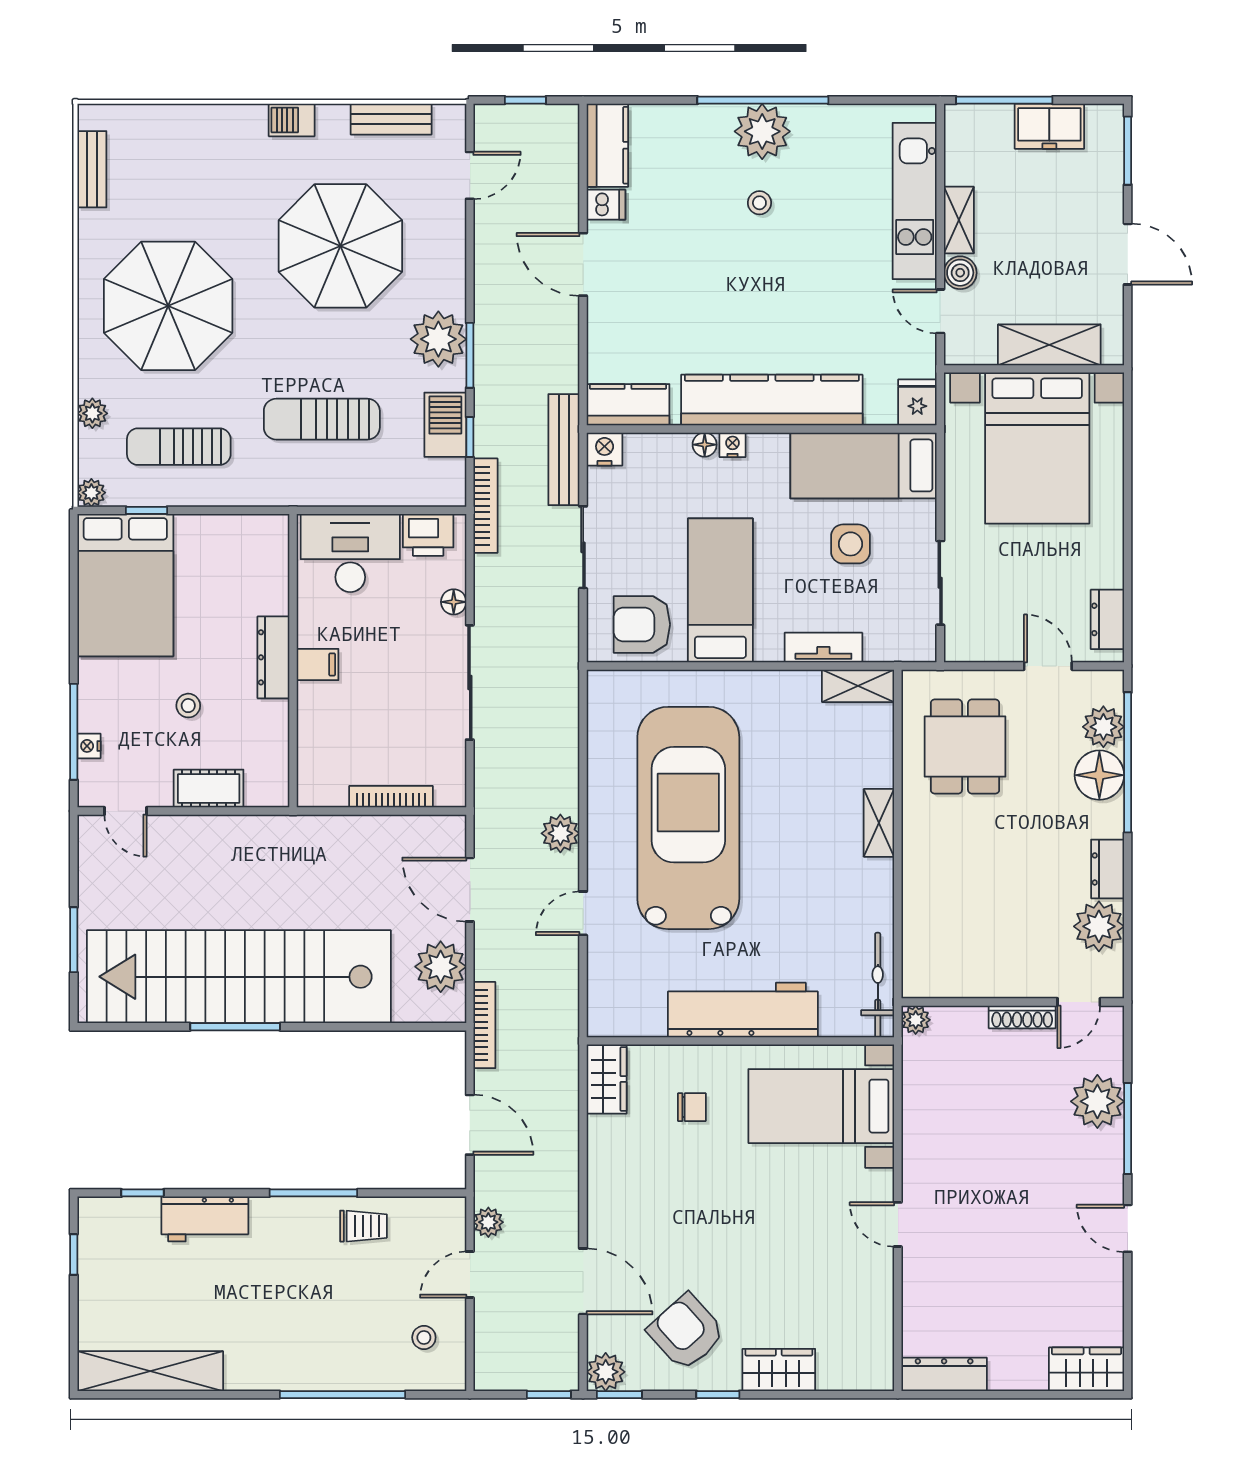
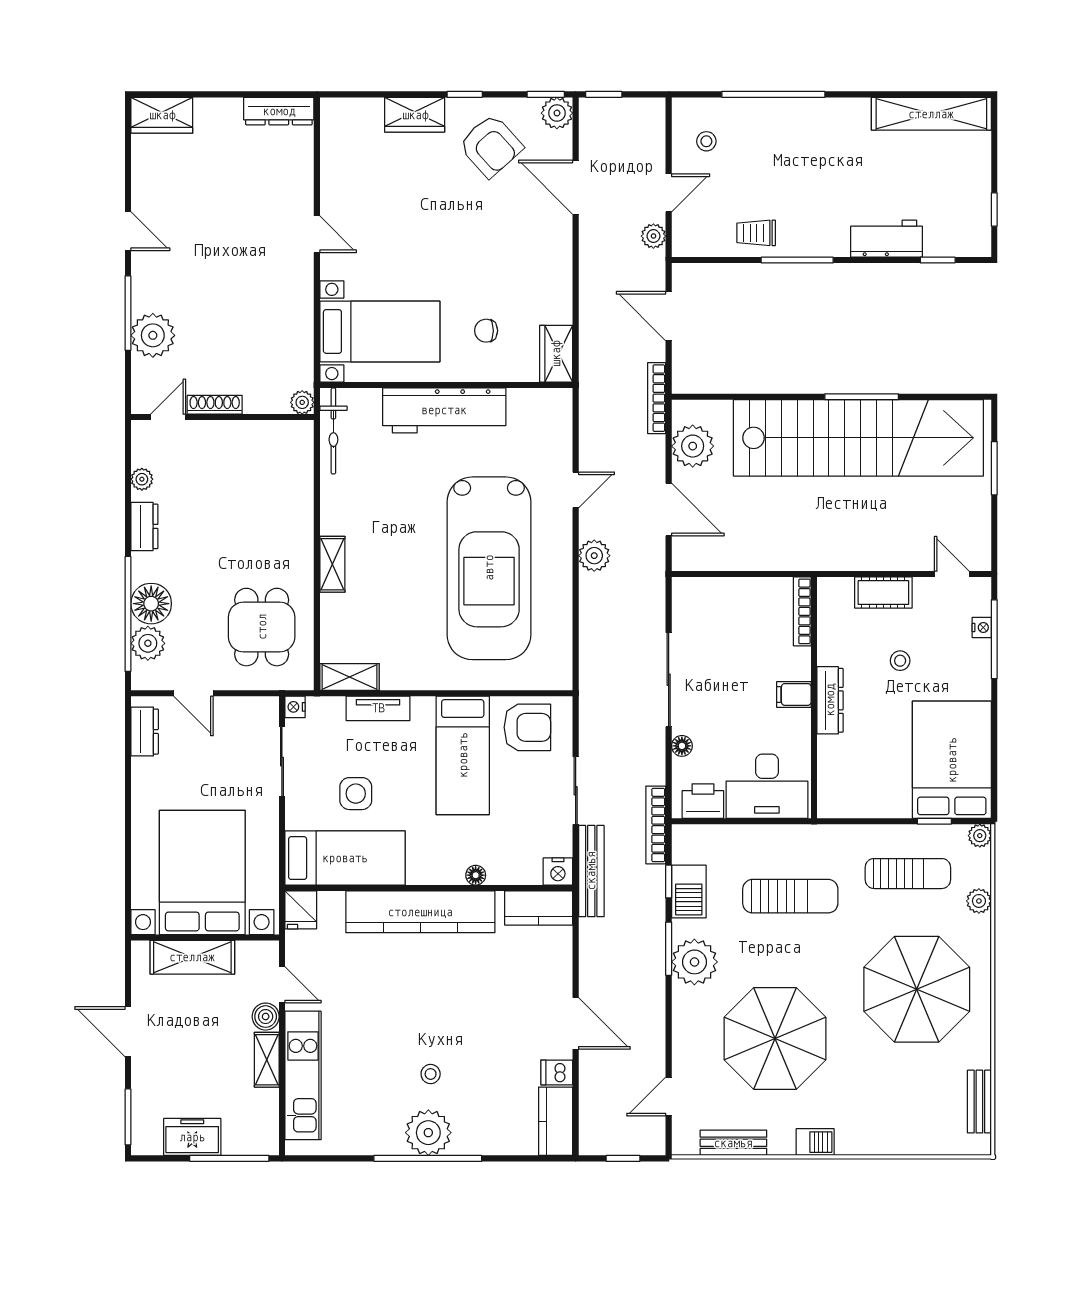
nightstand: (733, 445) -> (295, 707), moved, turned 90
bookcase: (391, 797) -> (802, 611), moved, turned 90
plant: (1099, 926) -> (142, 479), width x0.53, depth x0.53

